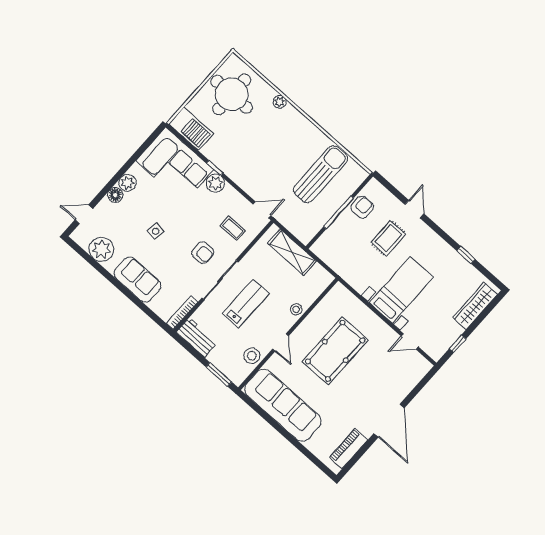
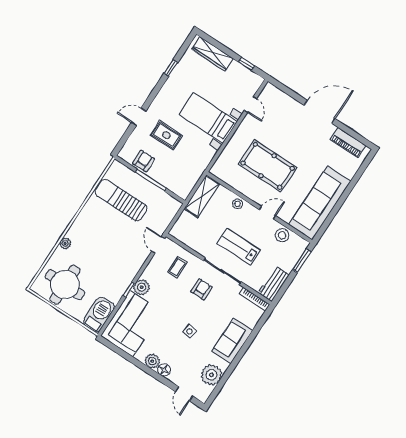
armchair: (362, 207) -> (144, 161), turned 90
shelving: (292, 252) -> (202, 196), moved

